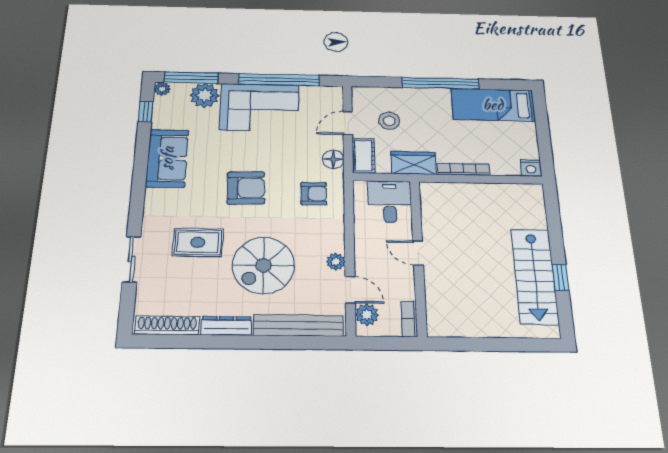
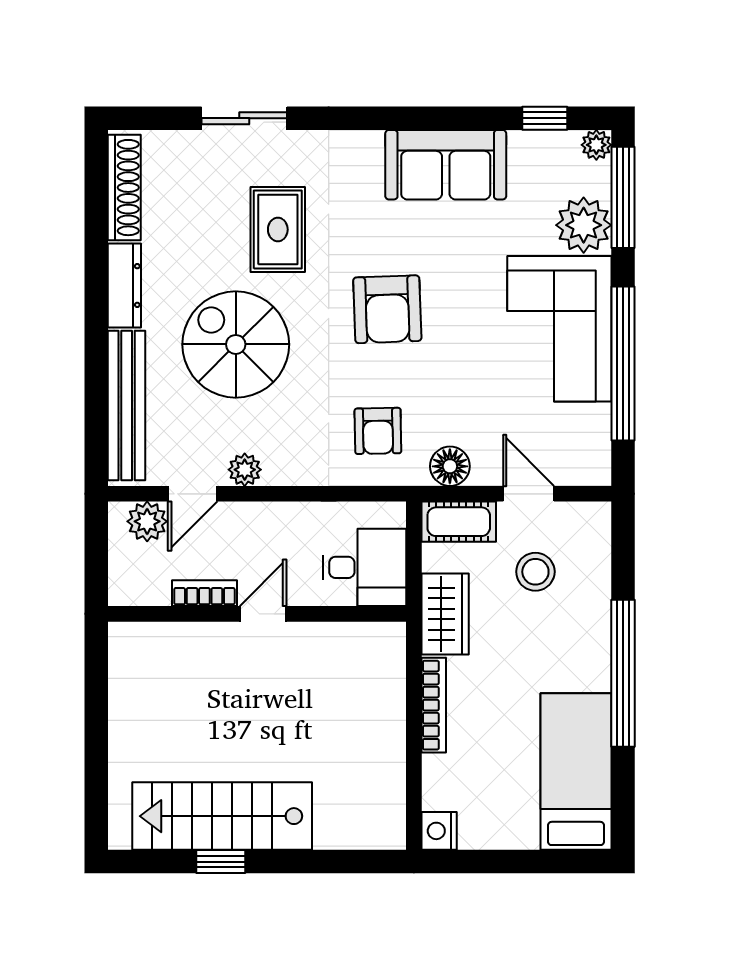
bookcase: (409, 319) -> (204, 593), moved

